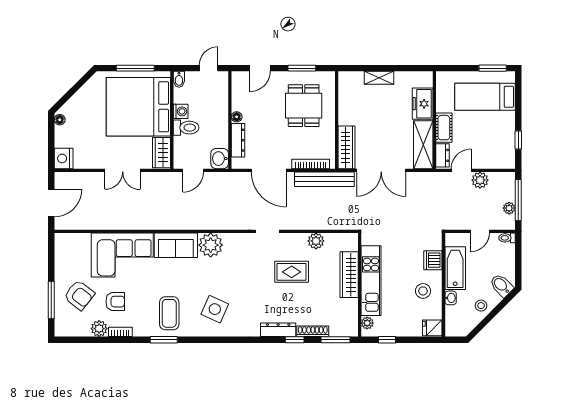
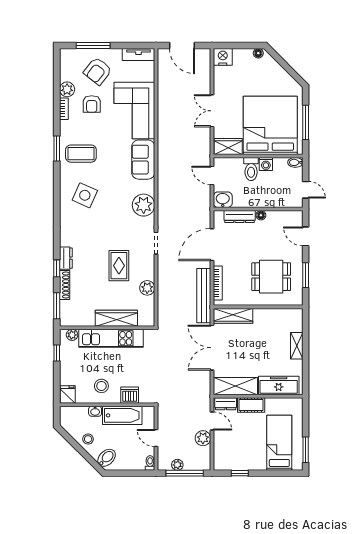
freezer: (423, 104) -> (279, 386), width x1.40
plant: (211, 245) -> (144, 205), moved
tv unit: (61, 251) -> (138, 54), added
dresser: (278, 330) -> (66, 258), width x0.70

